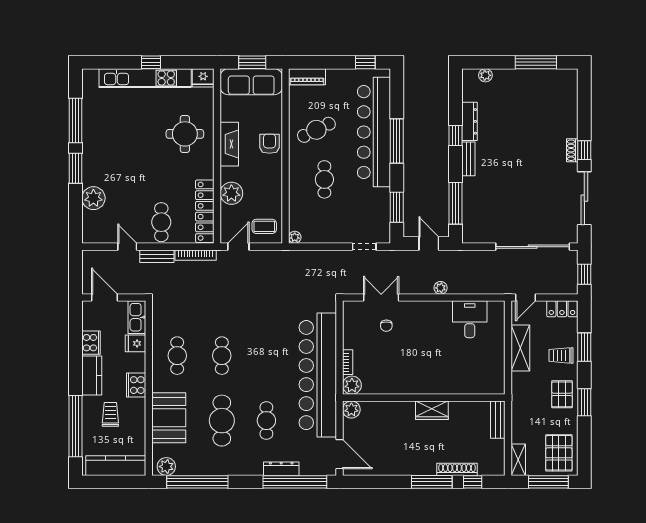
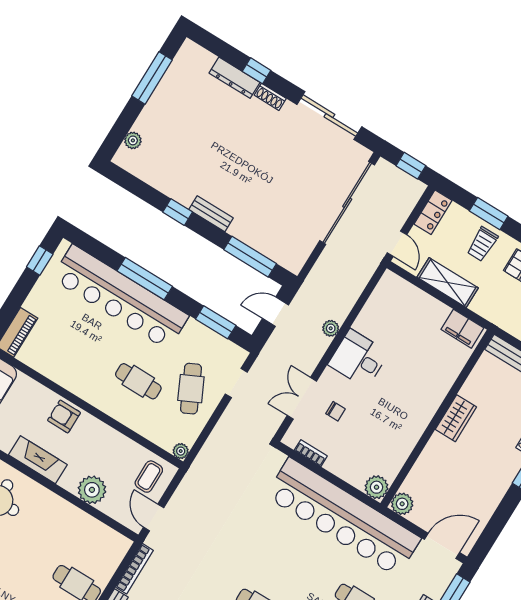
dresser: (469, 121) -> (234, 78), moved, turned 180
cafe table: (316, 130) -> (191, 389), moved
window: (584, 150) -> (257, 71), moved
locker: (205, 211) -> (94, 530), removed
desk: (470, 319) -> (358, 359), moved
bookcase: (348, 362) -> (311, 453), moved
filing cabinet: (495, 377) -> (462, 329), added

